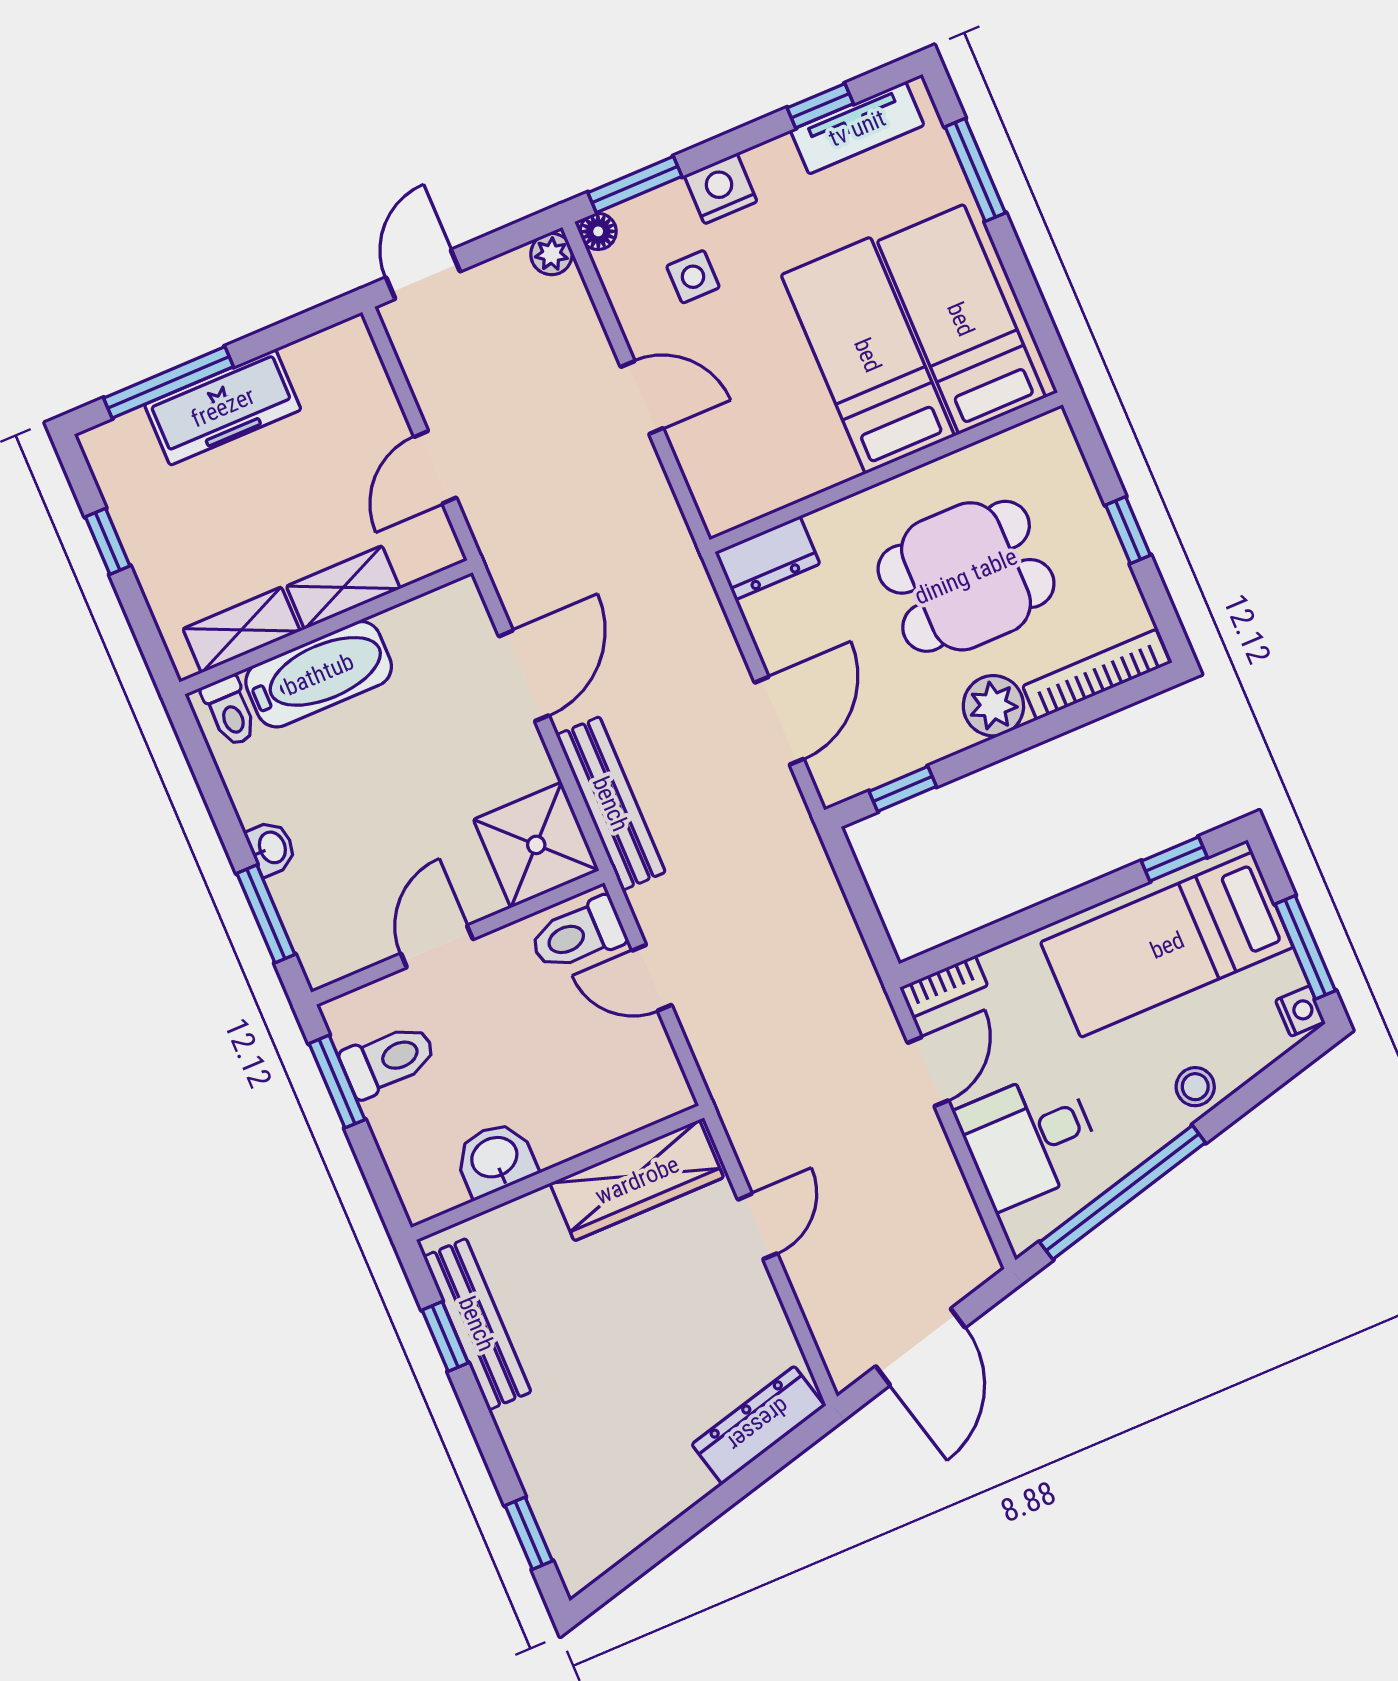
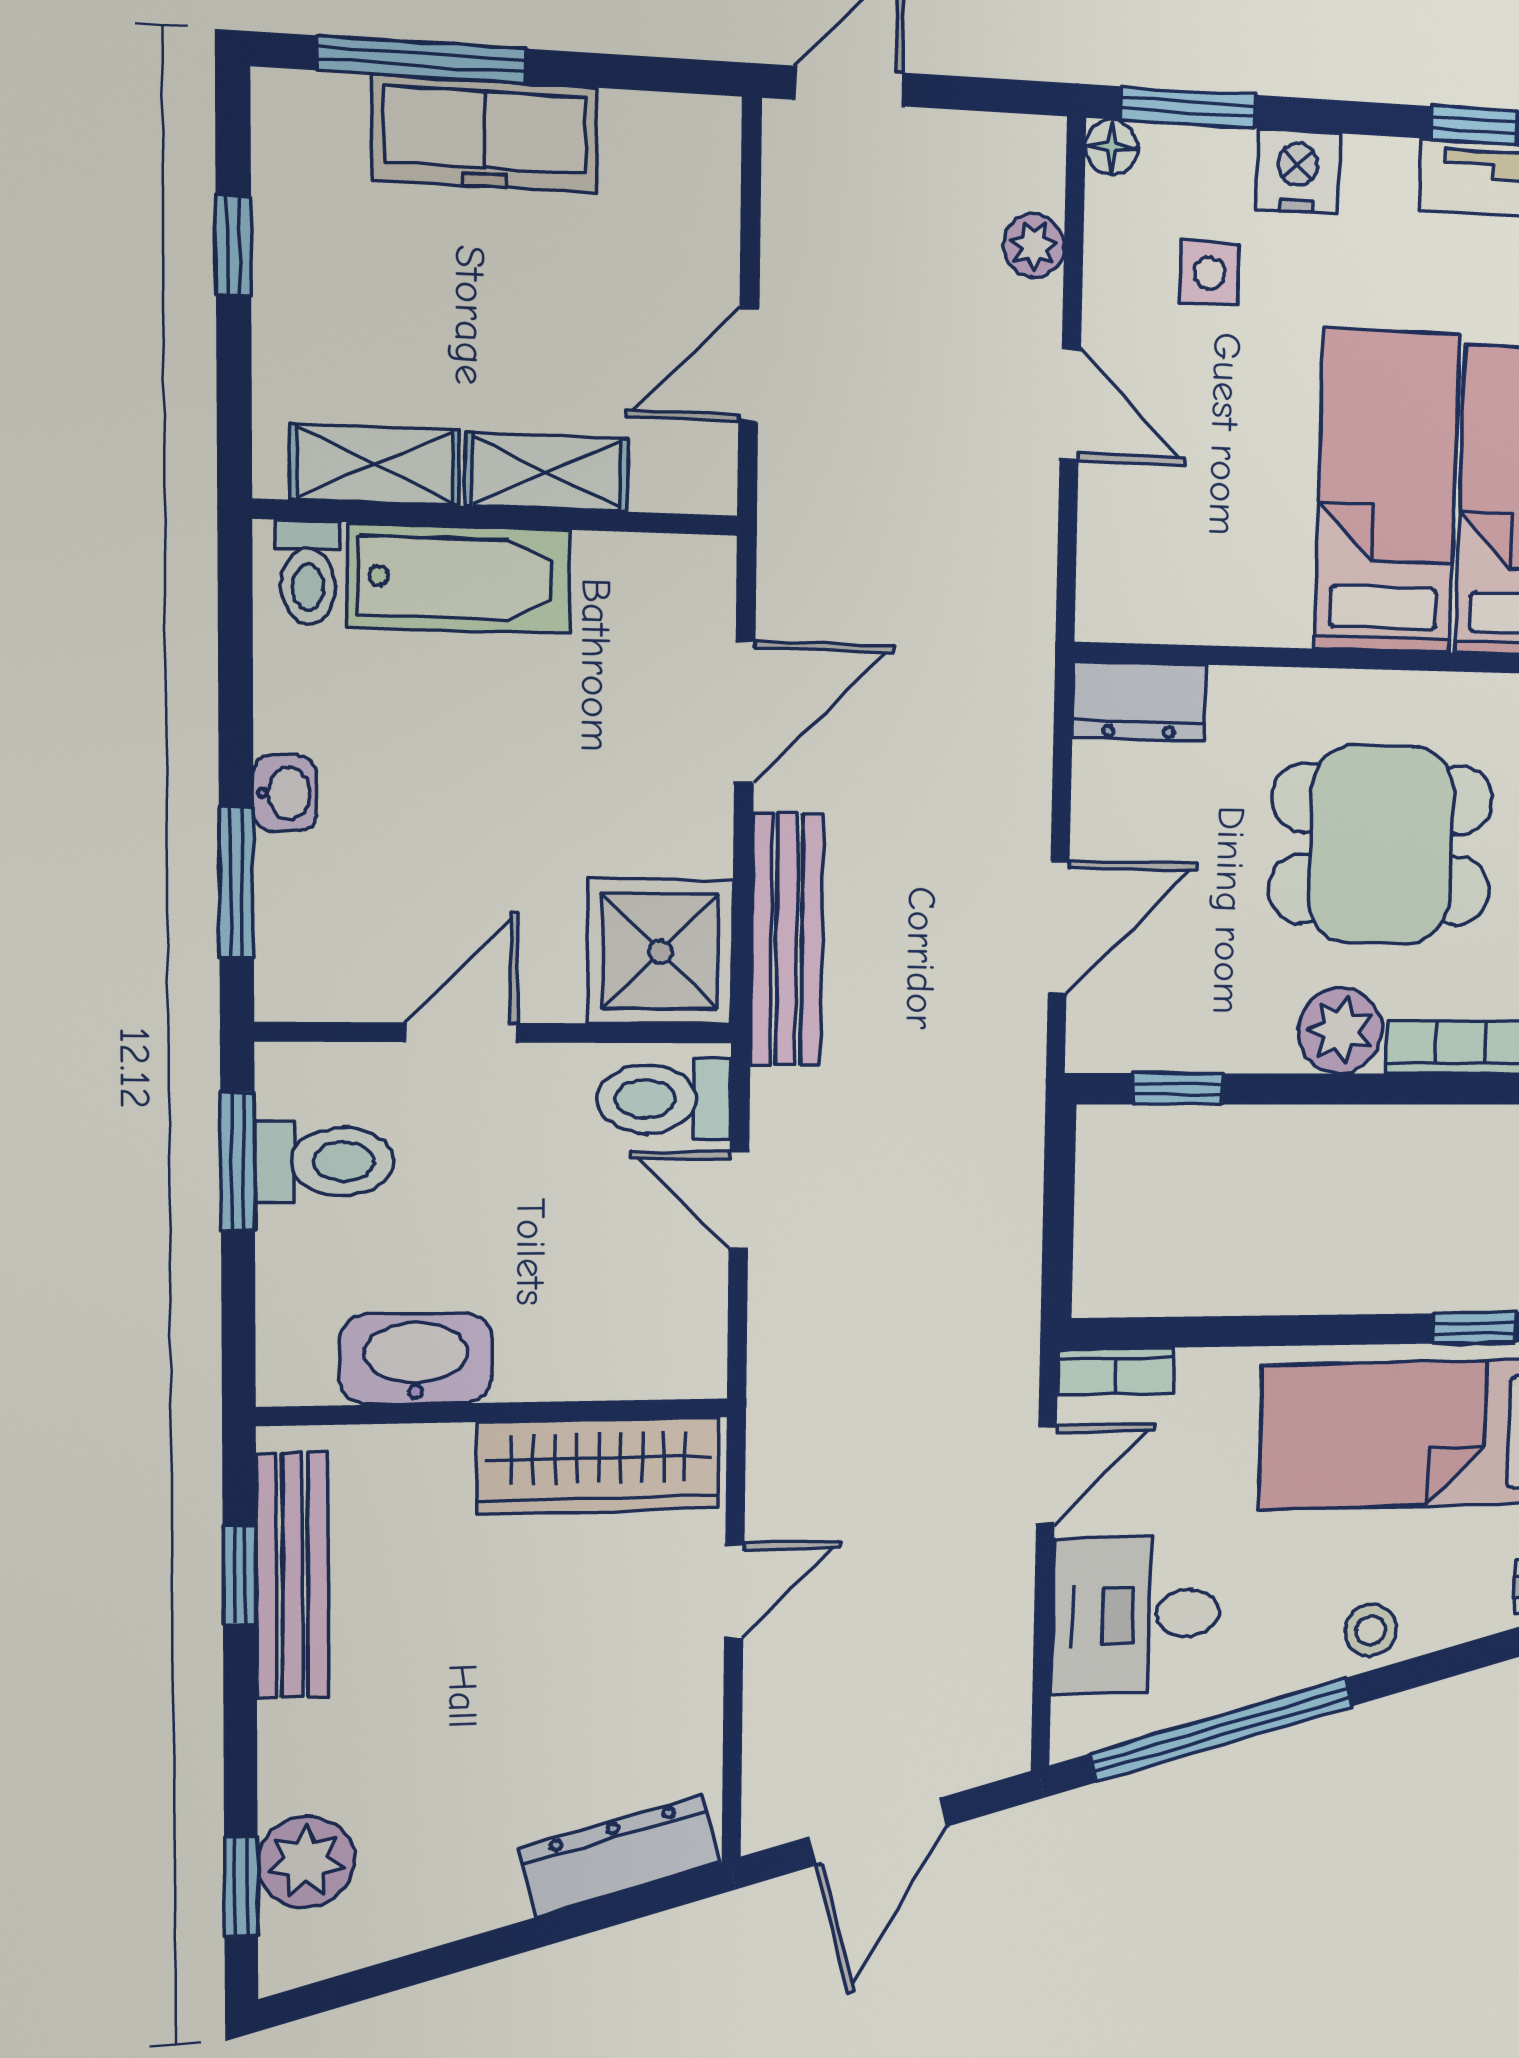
plant: (551, 254) -> (1034, 246), moved
washbasin: (495, 1159) -> (416, 1359), width x1.38
plant: (562, 1502) -> (306, 1862), added

